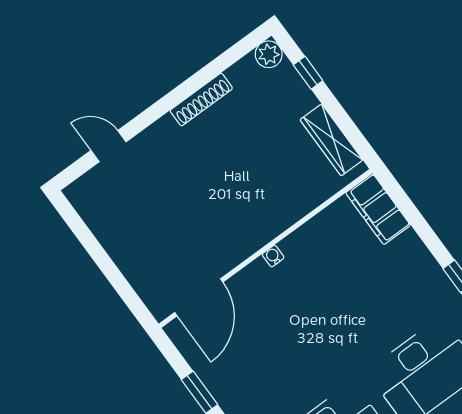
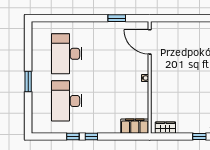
wardrobe: (331, 140) -> (165, 128), width x0.67

